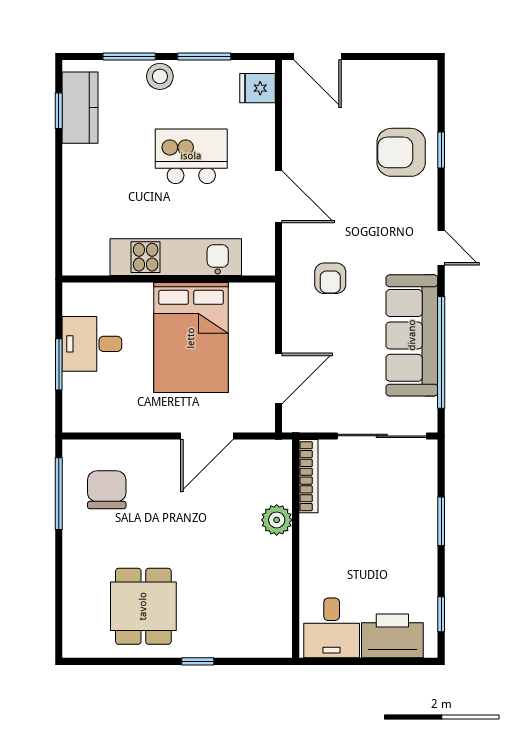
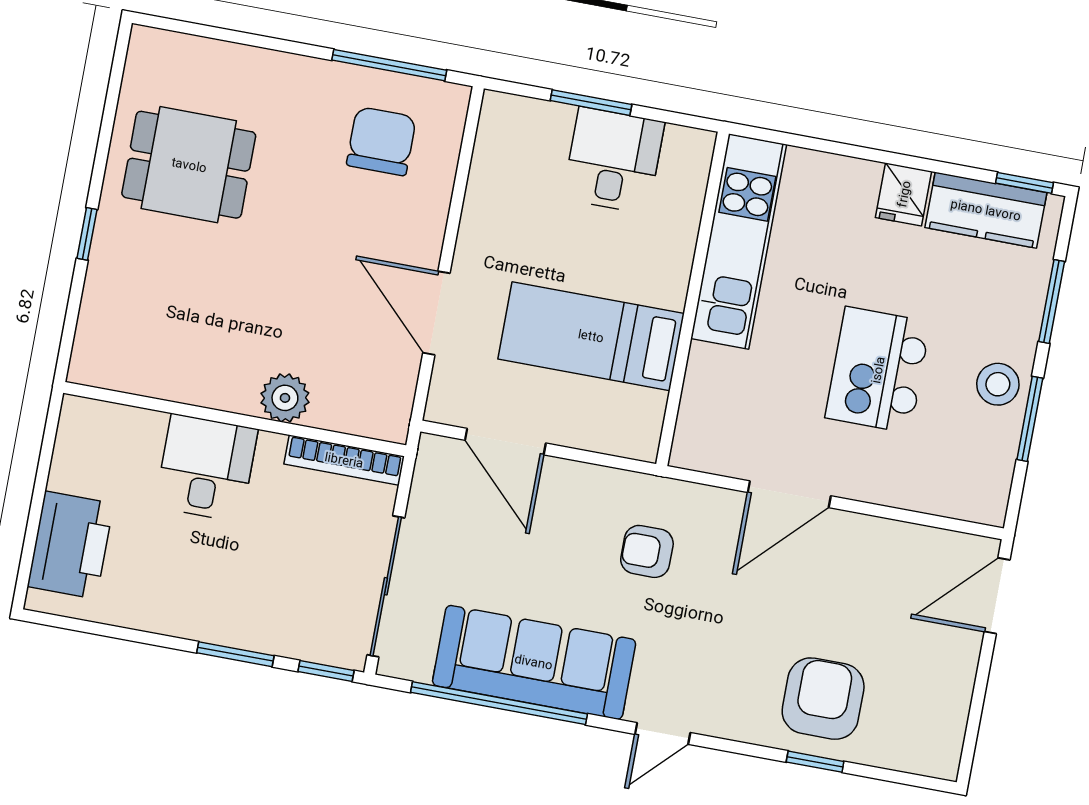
stool: (160, 76) -> (998, 384), moved
fridge: (257, 88) -> (904, 194), moved, turned 180
window: (59, 111) -> (1025, 183), moved
kitchen island: (191, 156) -> (878, 370), turned 180
kitchen unit: (176, 257) -> (739, 241), moved
bed: (191, 338) -> (591, 336), width x0.67
chair: (107, 490) -> (381, 141), turned -90
window: (441, 614) -> (326, 671), moved
desk: (332, 628) -> (206, 468), moved, turned 90

